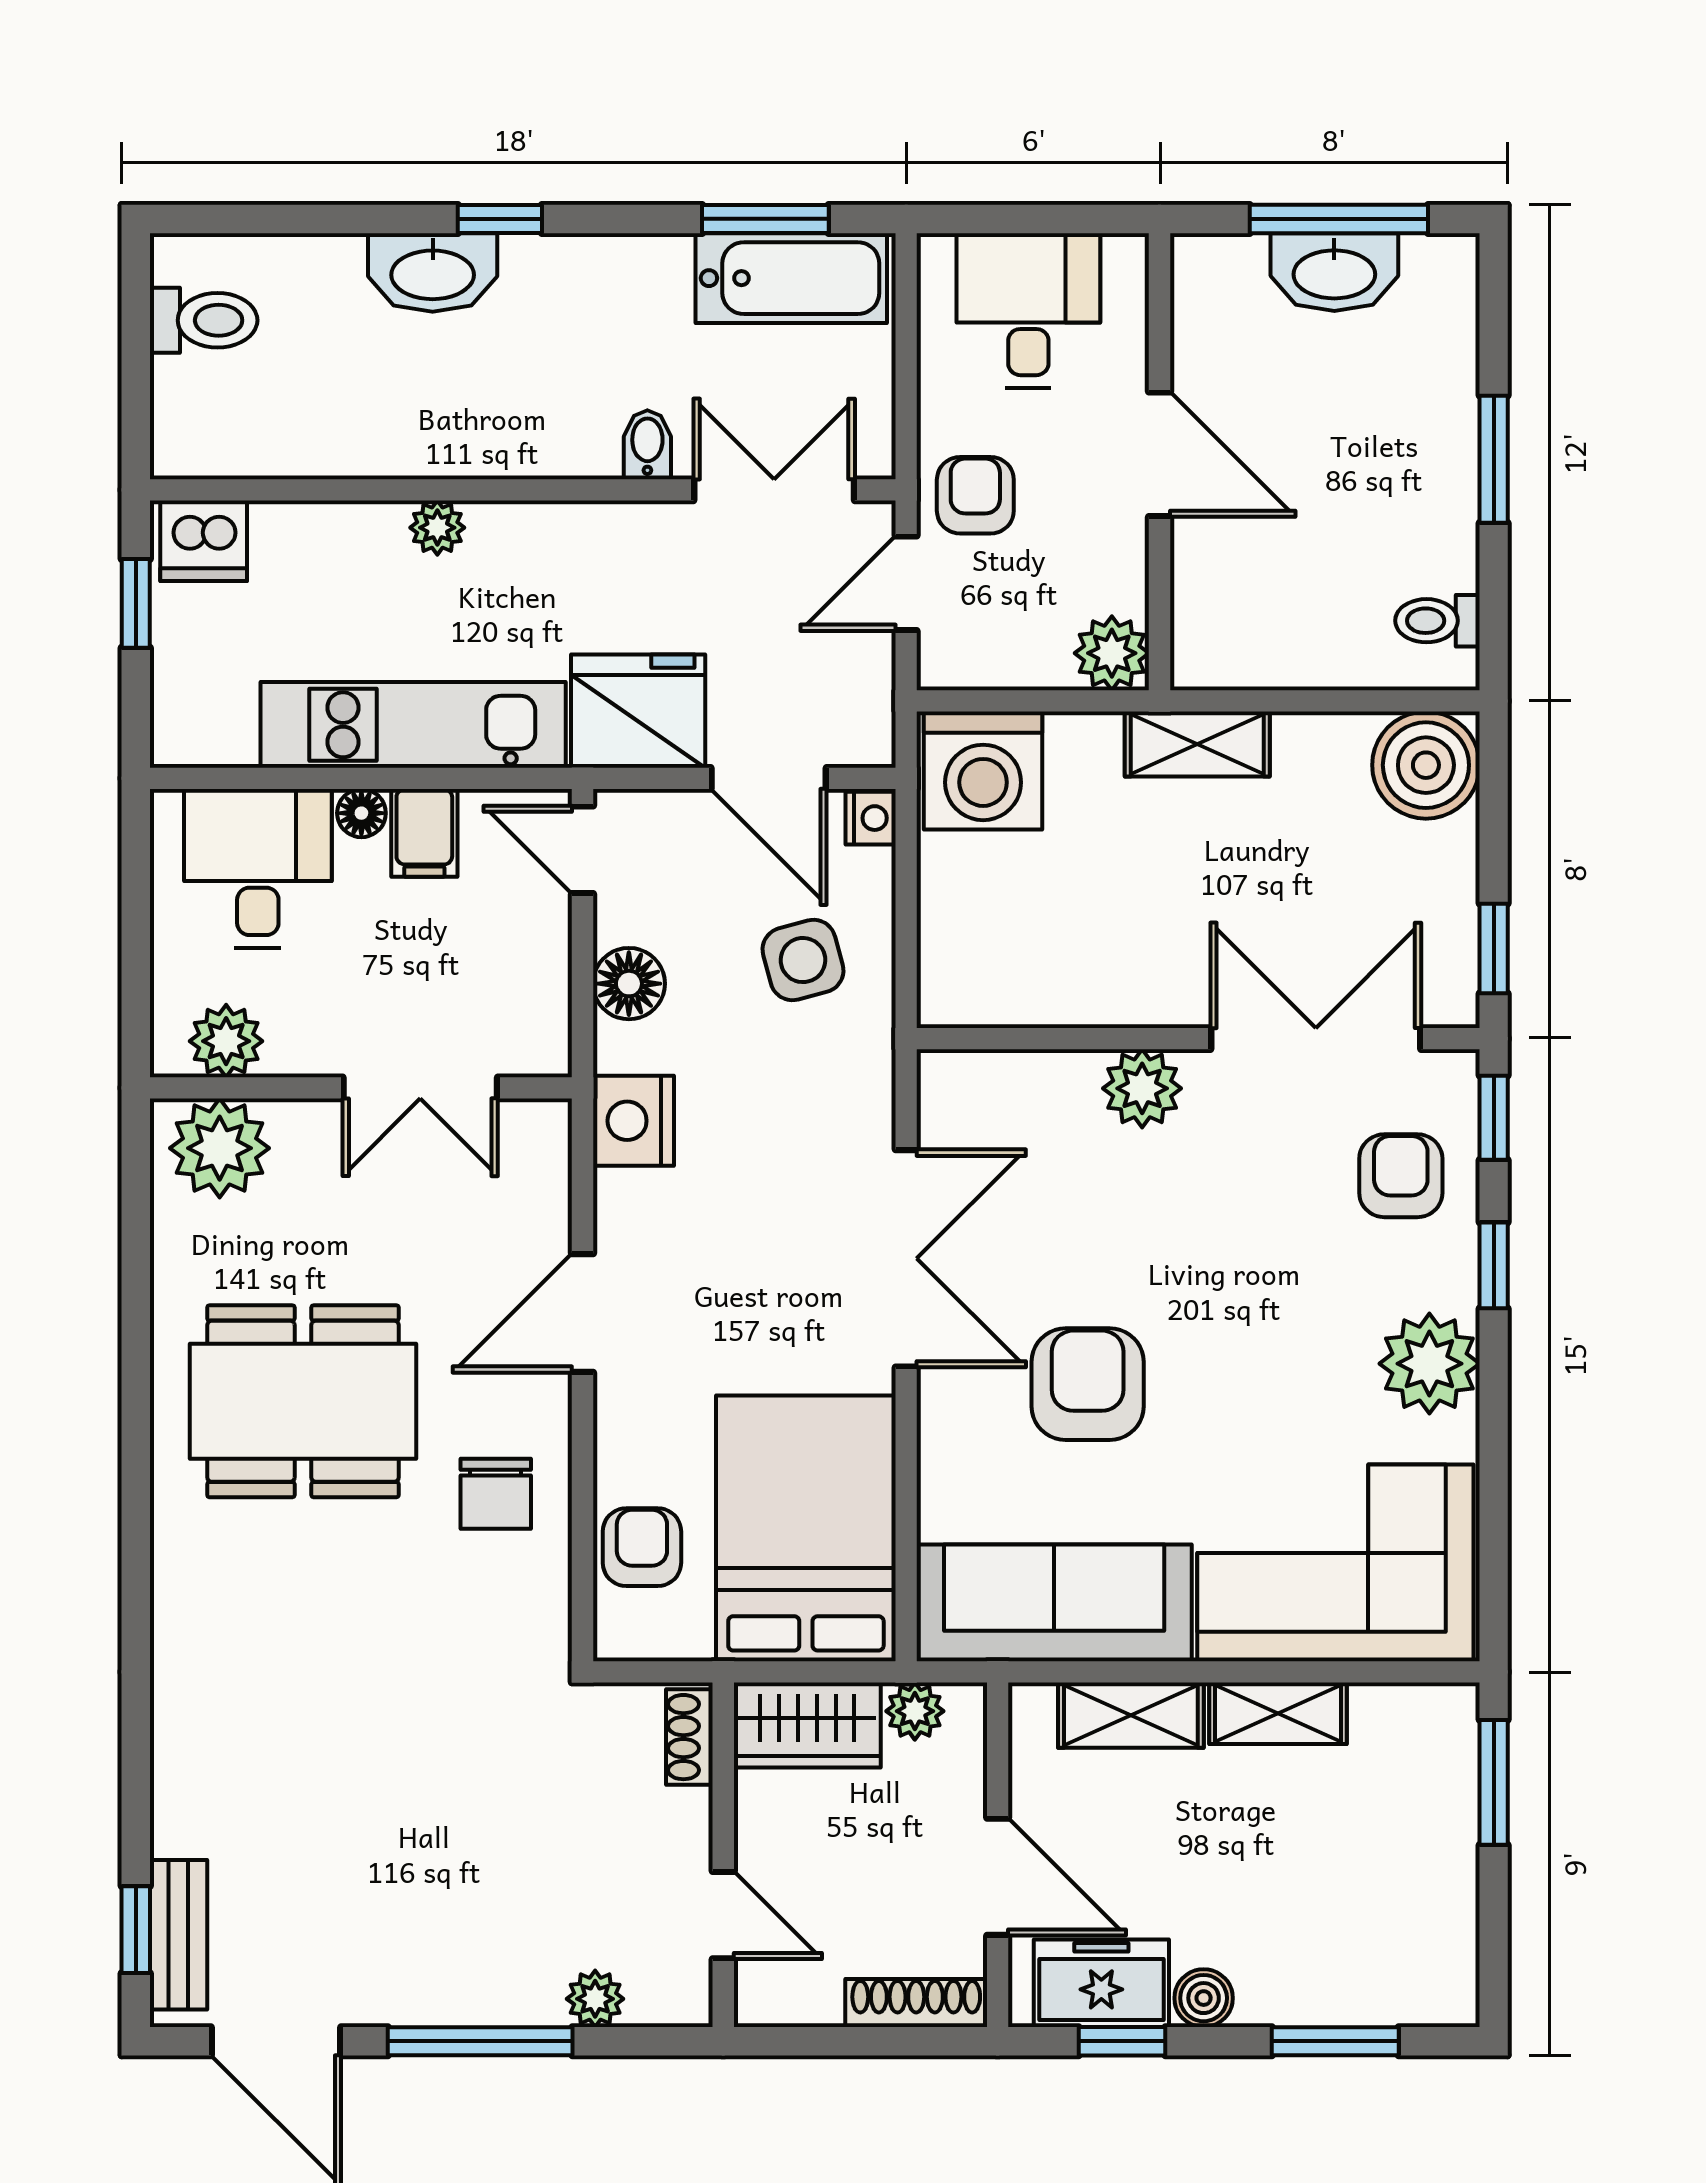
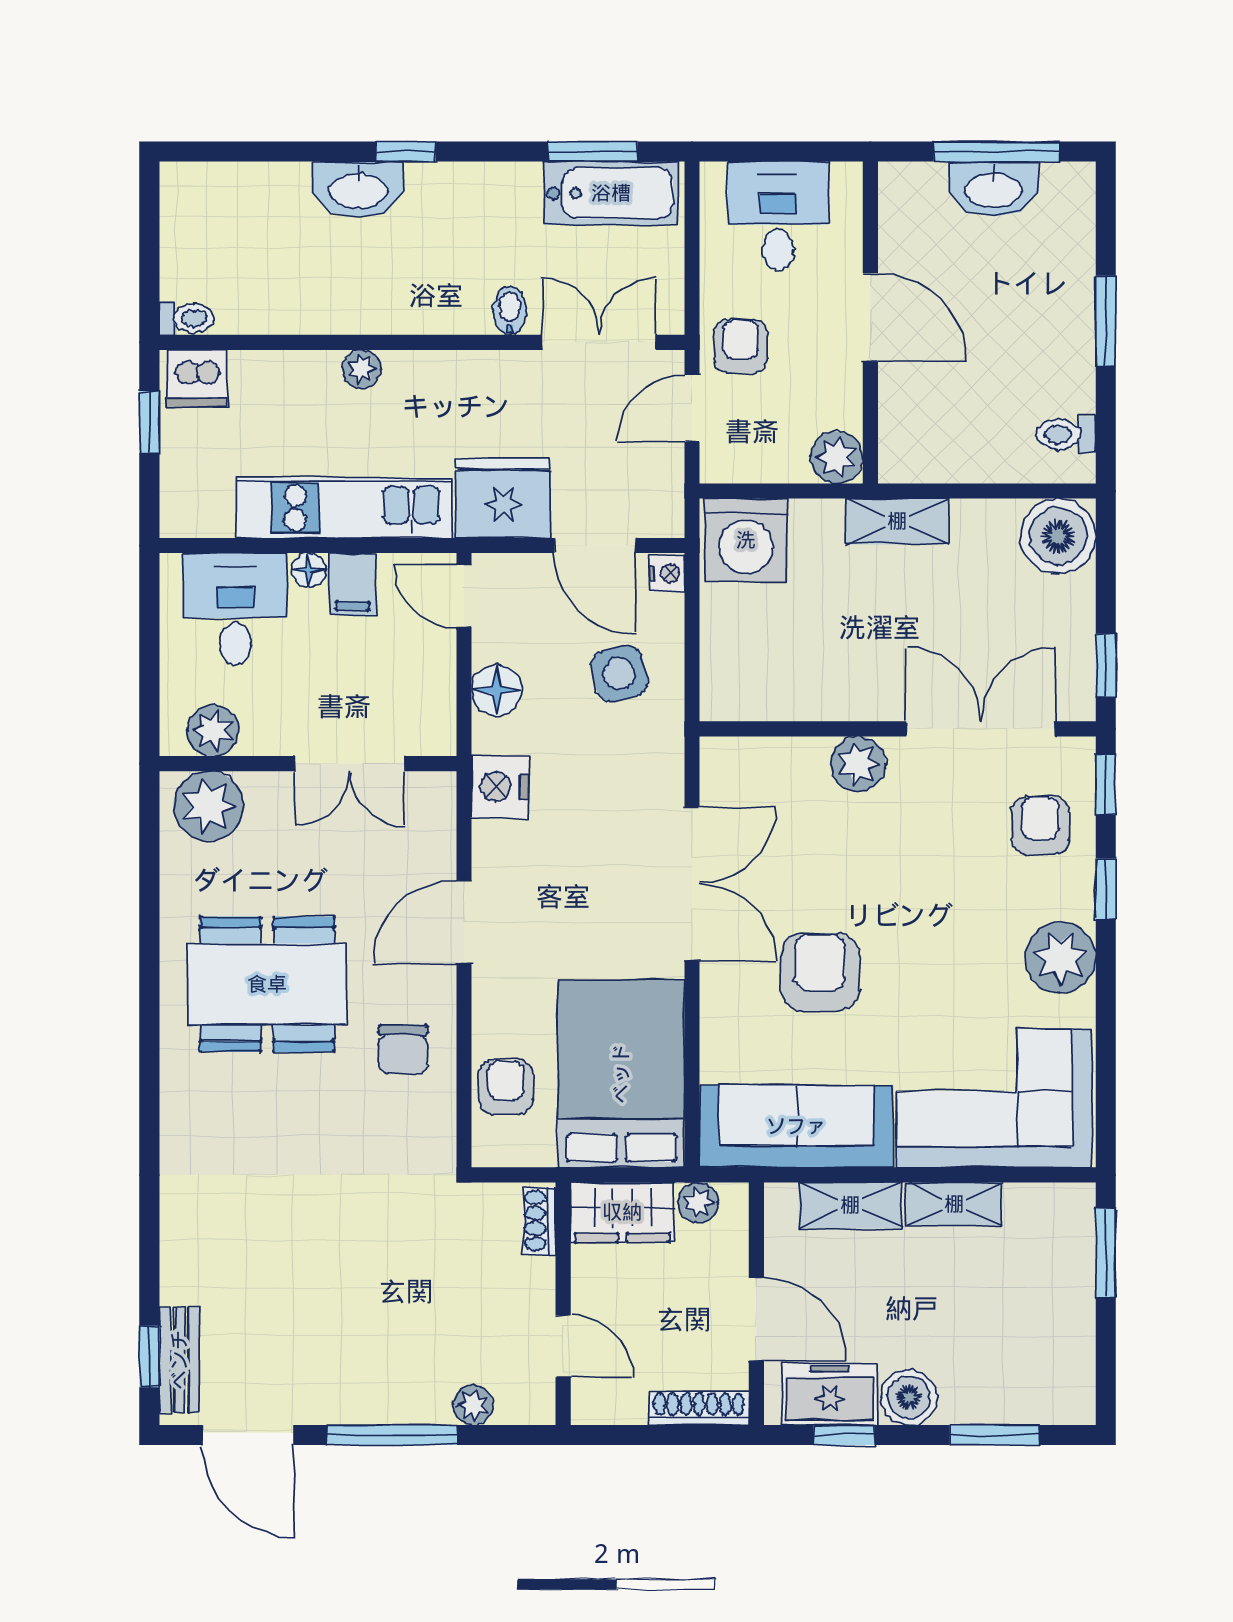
toilet: (204, 320) -> (187, 318), moved, width x0.73, depth x0.72
boiler: (1204, 1998) -> (909, 1397), width x1.36, depth x1.36

